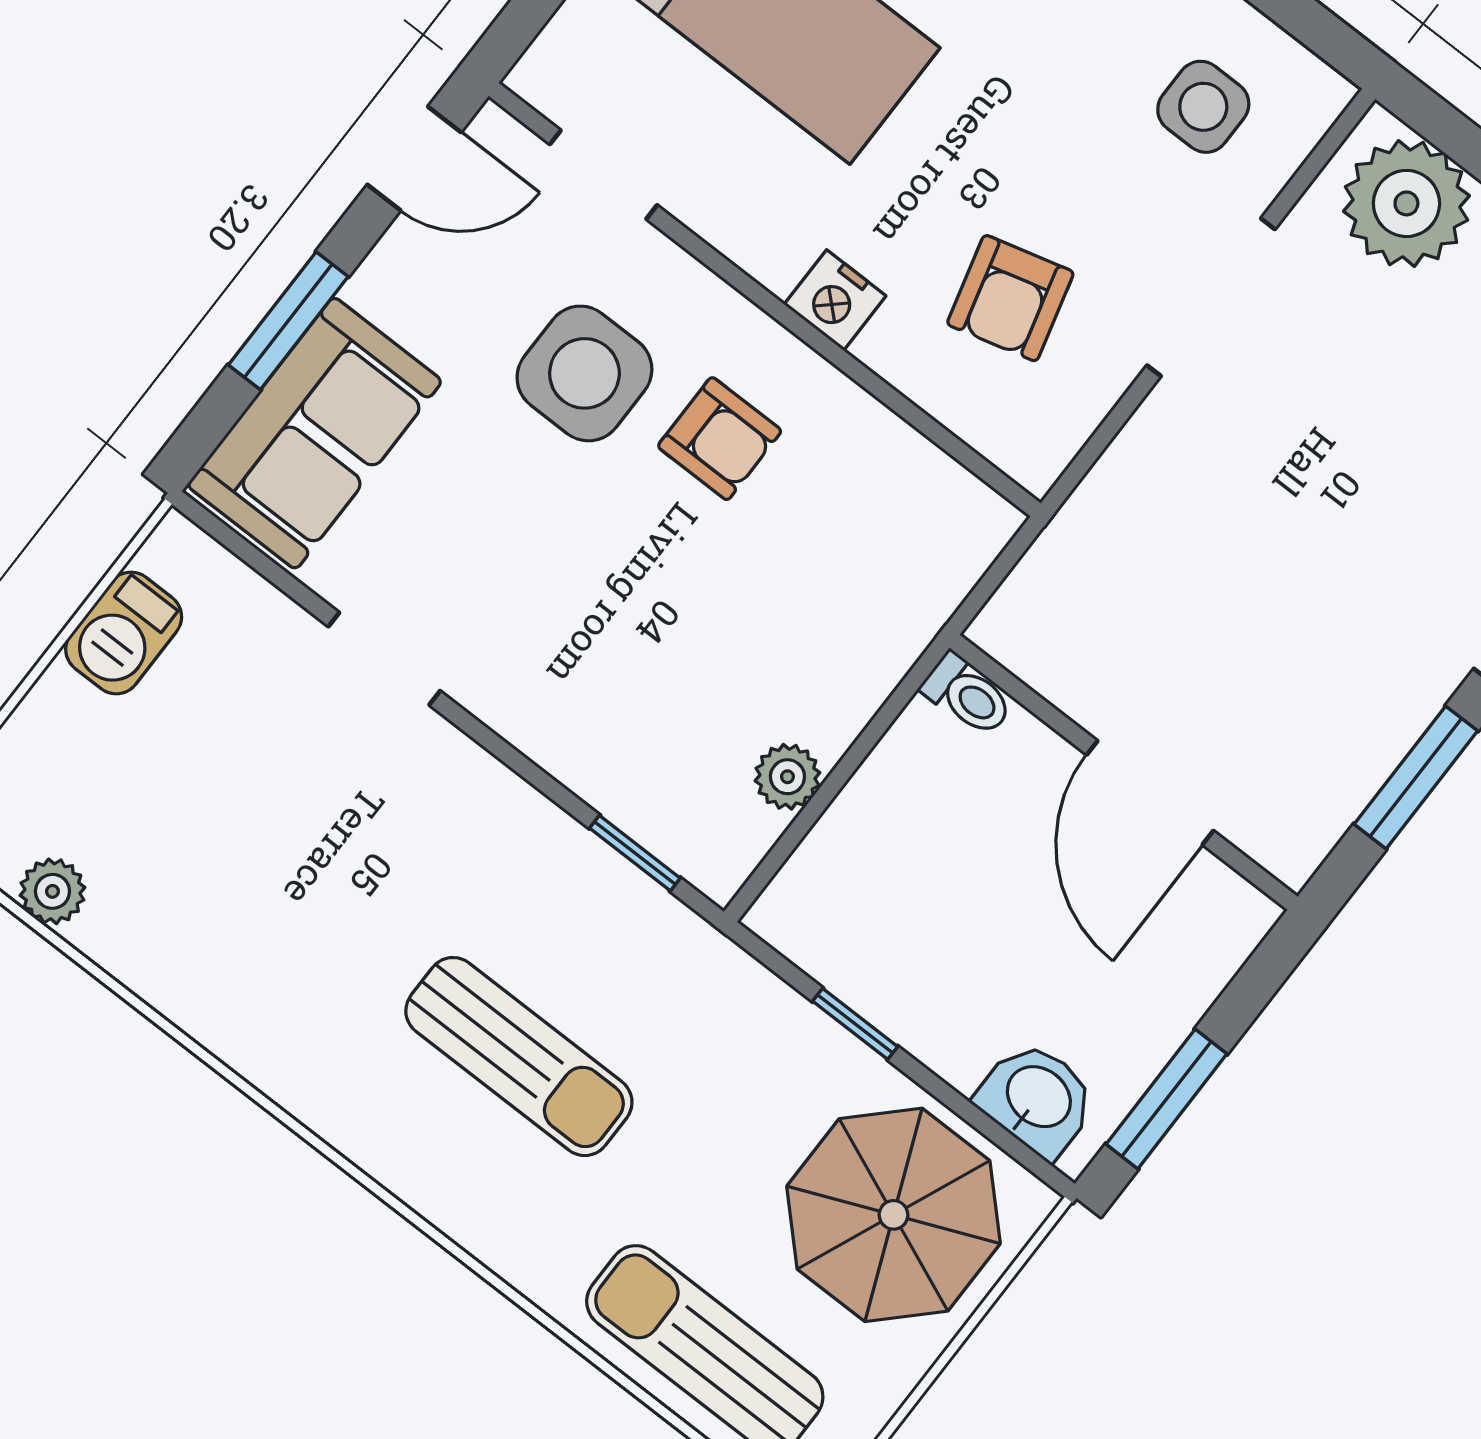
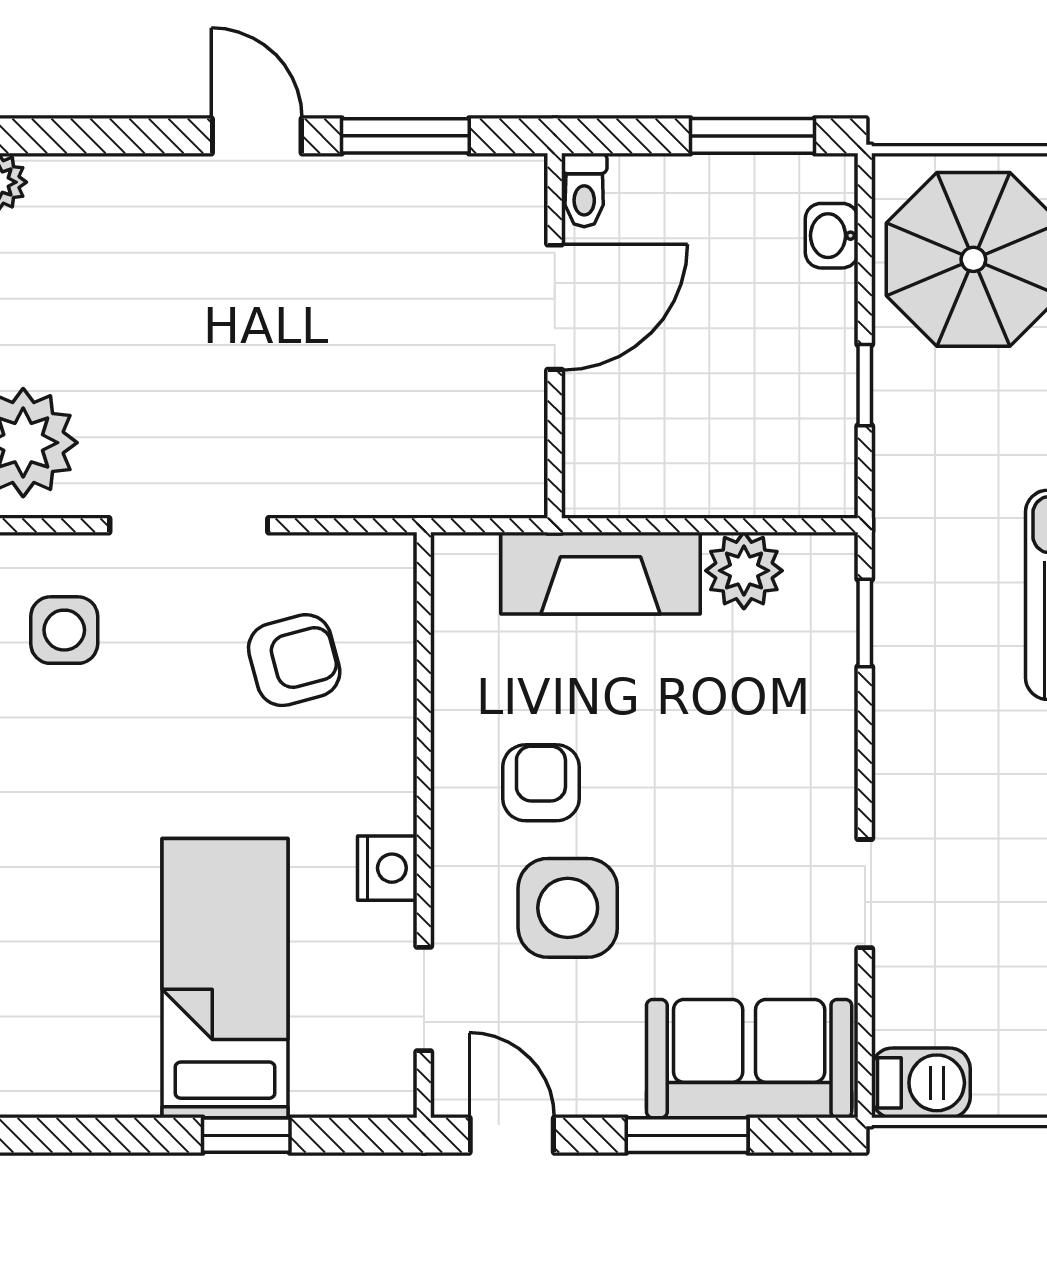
nightstand: (835, 300) -> (387, 868), moved
barbecue: (124, 633) -> (921, 1083), moved
fireplace: (871, 644) -> (601, 573), added
toilet: (967, 695) -> (584, 190), moved, turned 180
plant: (787, 777) -> (744, 571), width x1.38, depth x1.38
washbasin: (1037, 1099) -> (832, 236), width x0.72, depth x0.69

